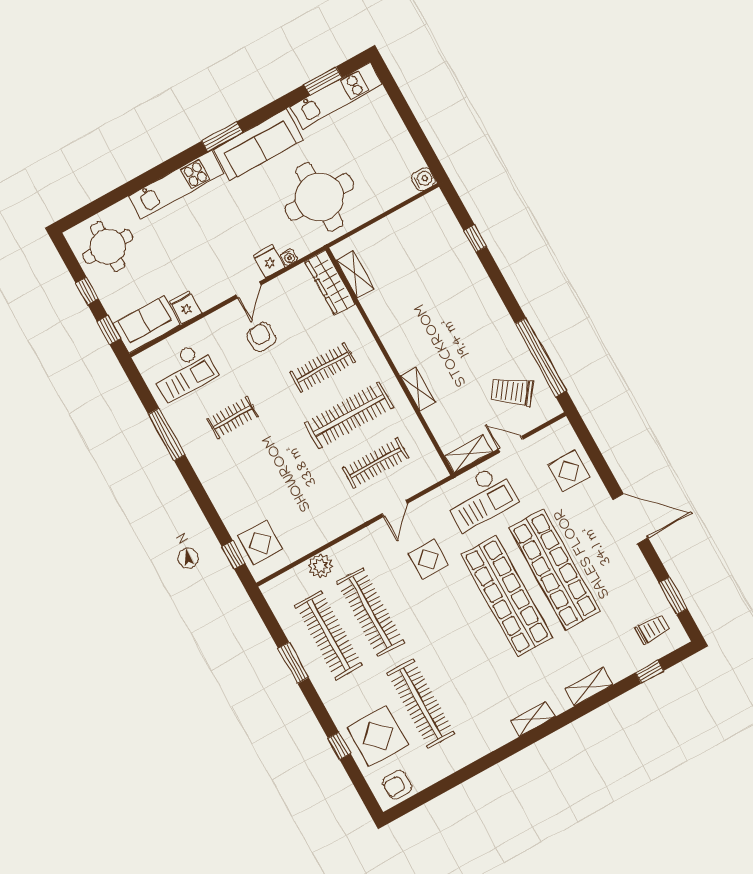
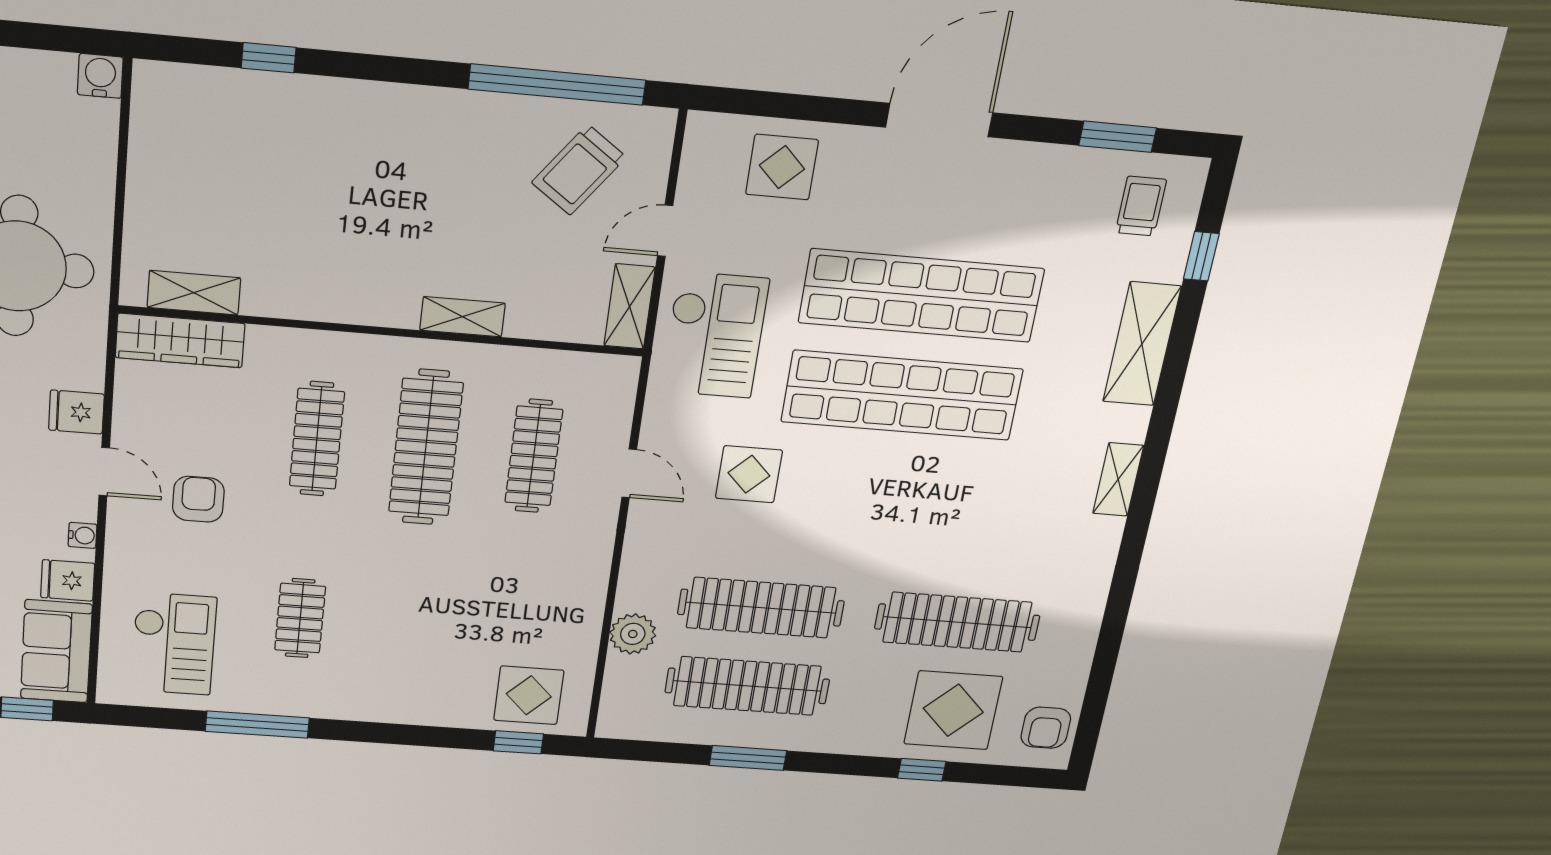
water cooler: (289, 257) -> (82, 535), moved
armchair: (261, 337) -> (198, 499), turned 90
shelving: (589, 687) -> (1142, 344), width x1.50, depth x1.33

